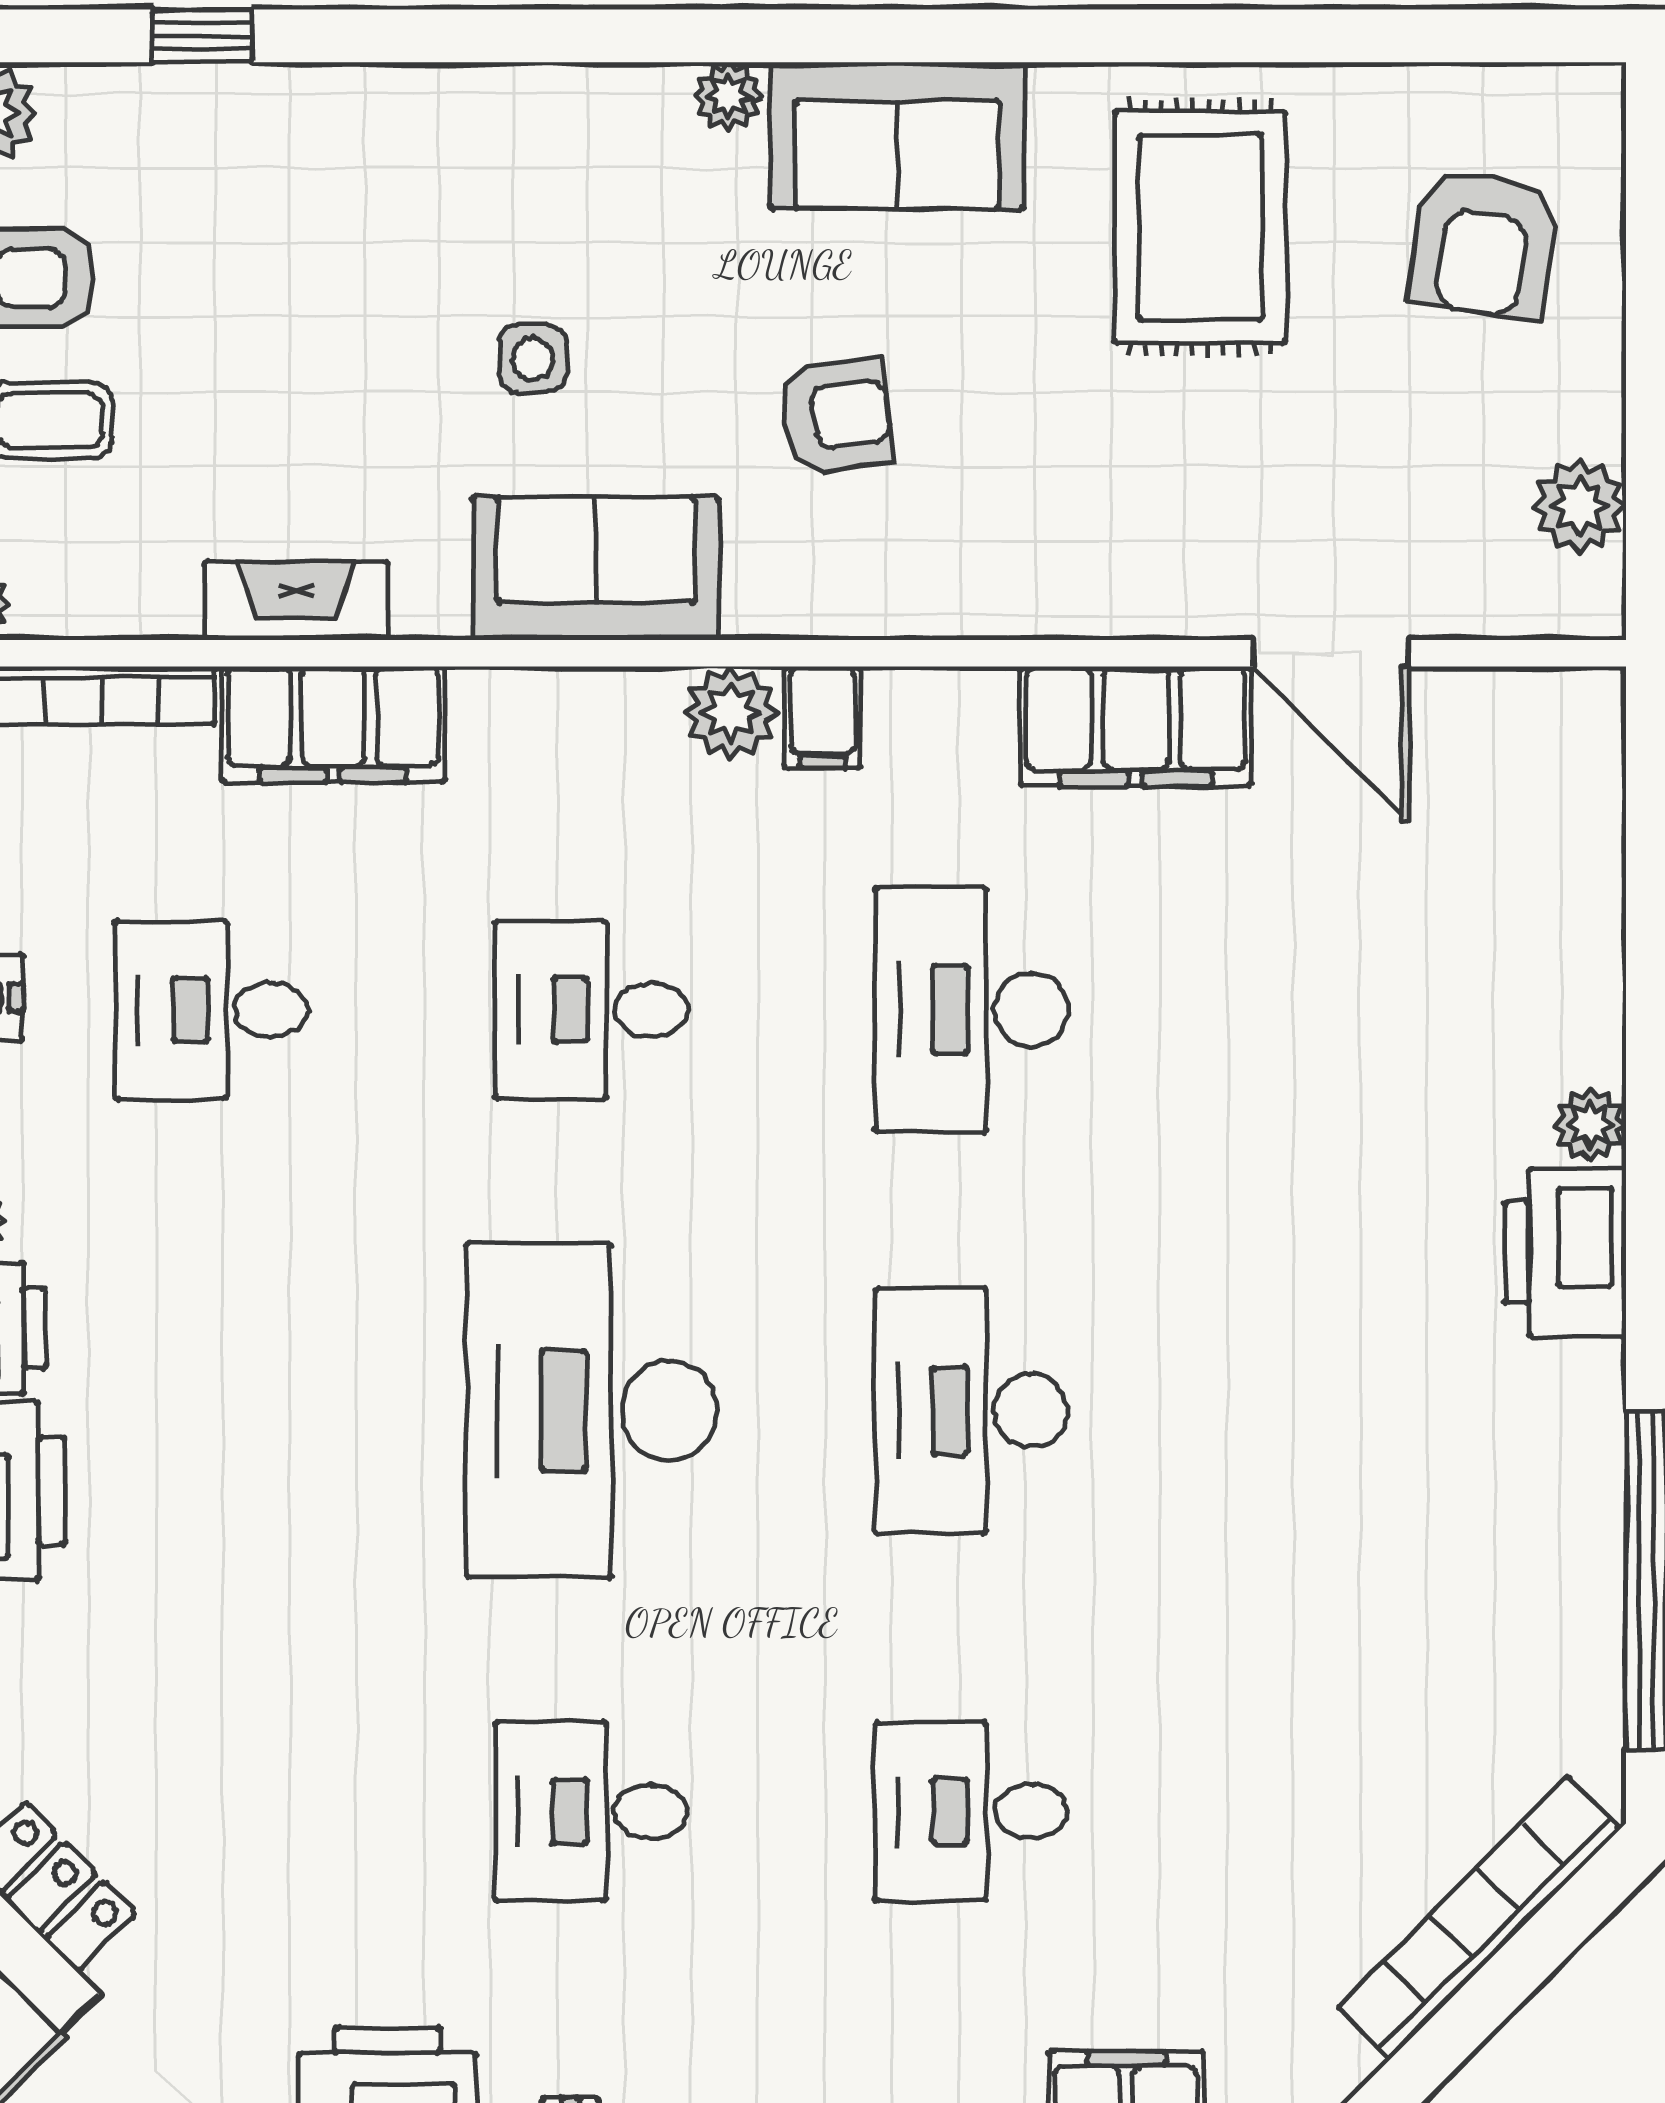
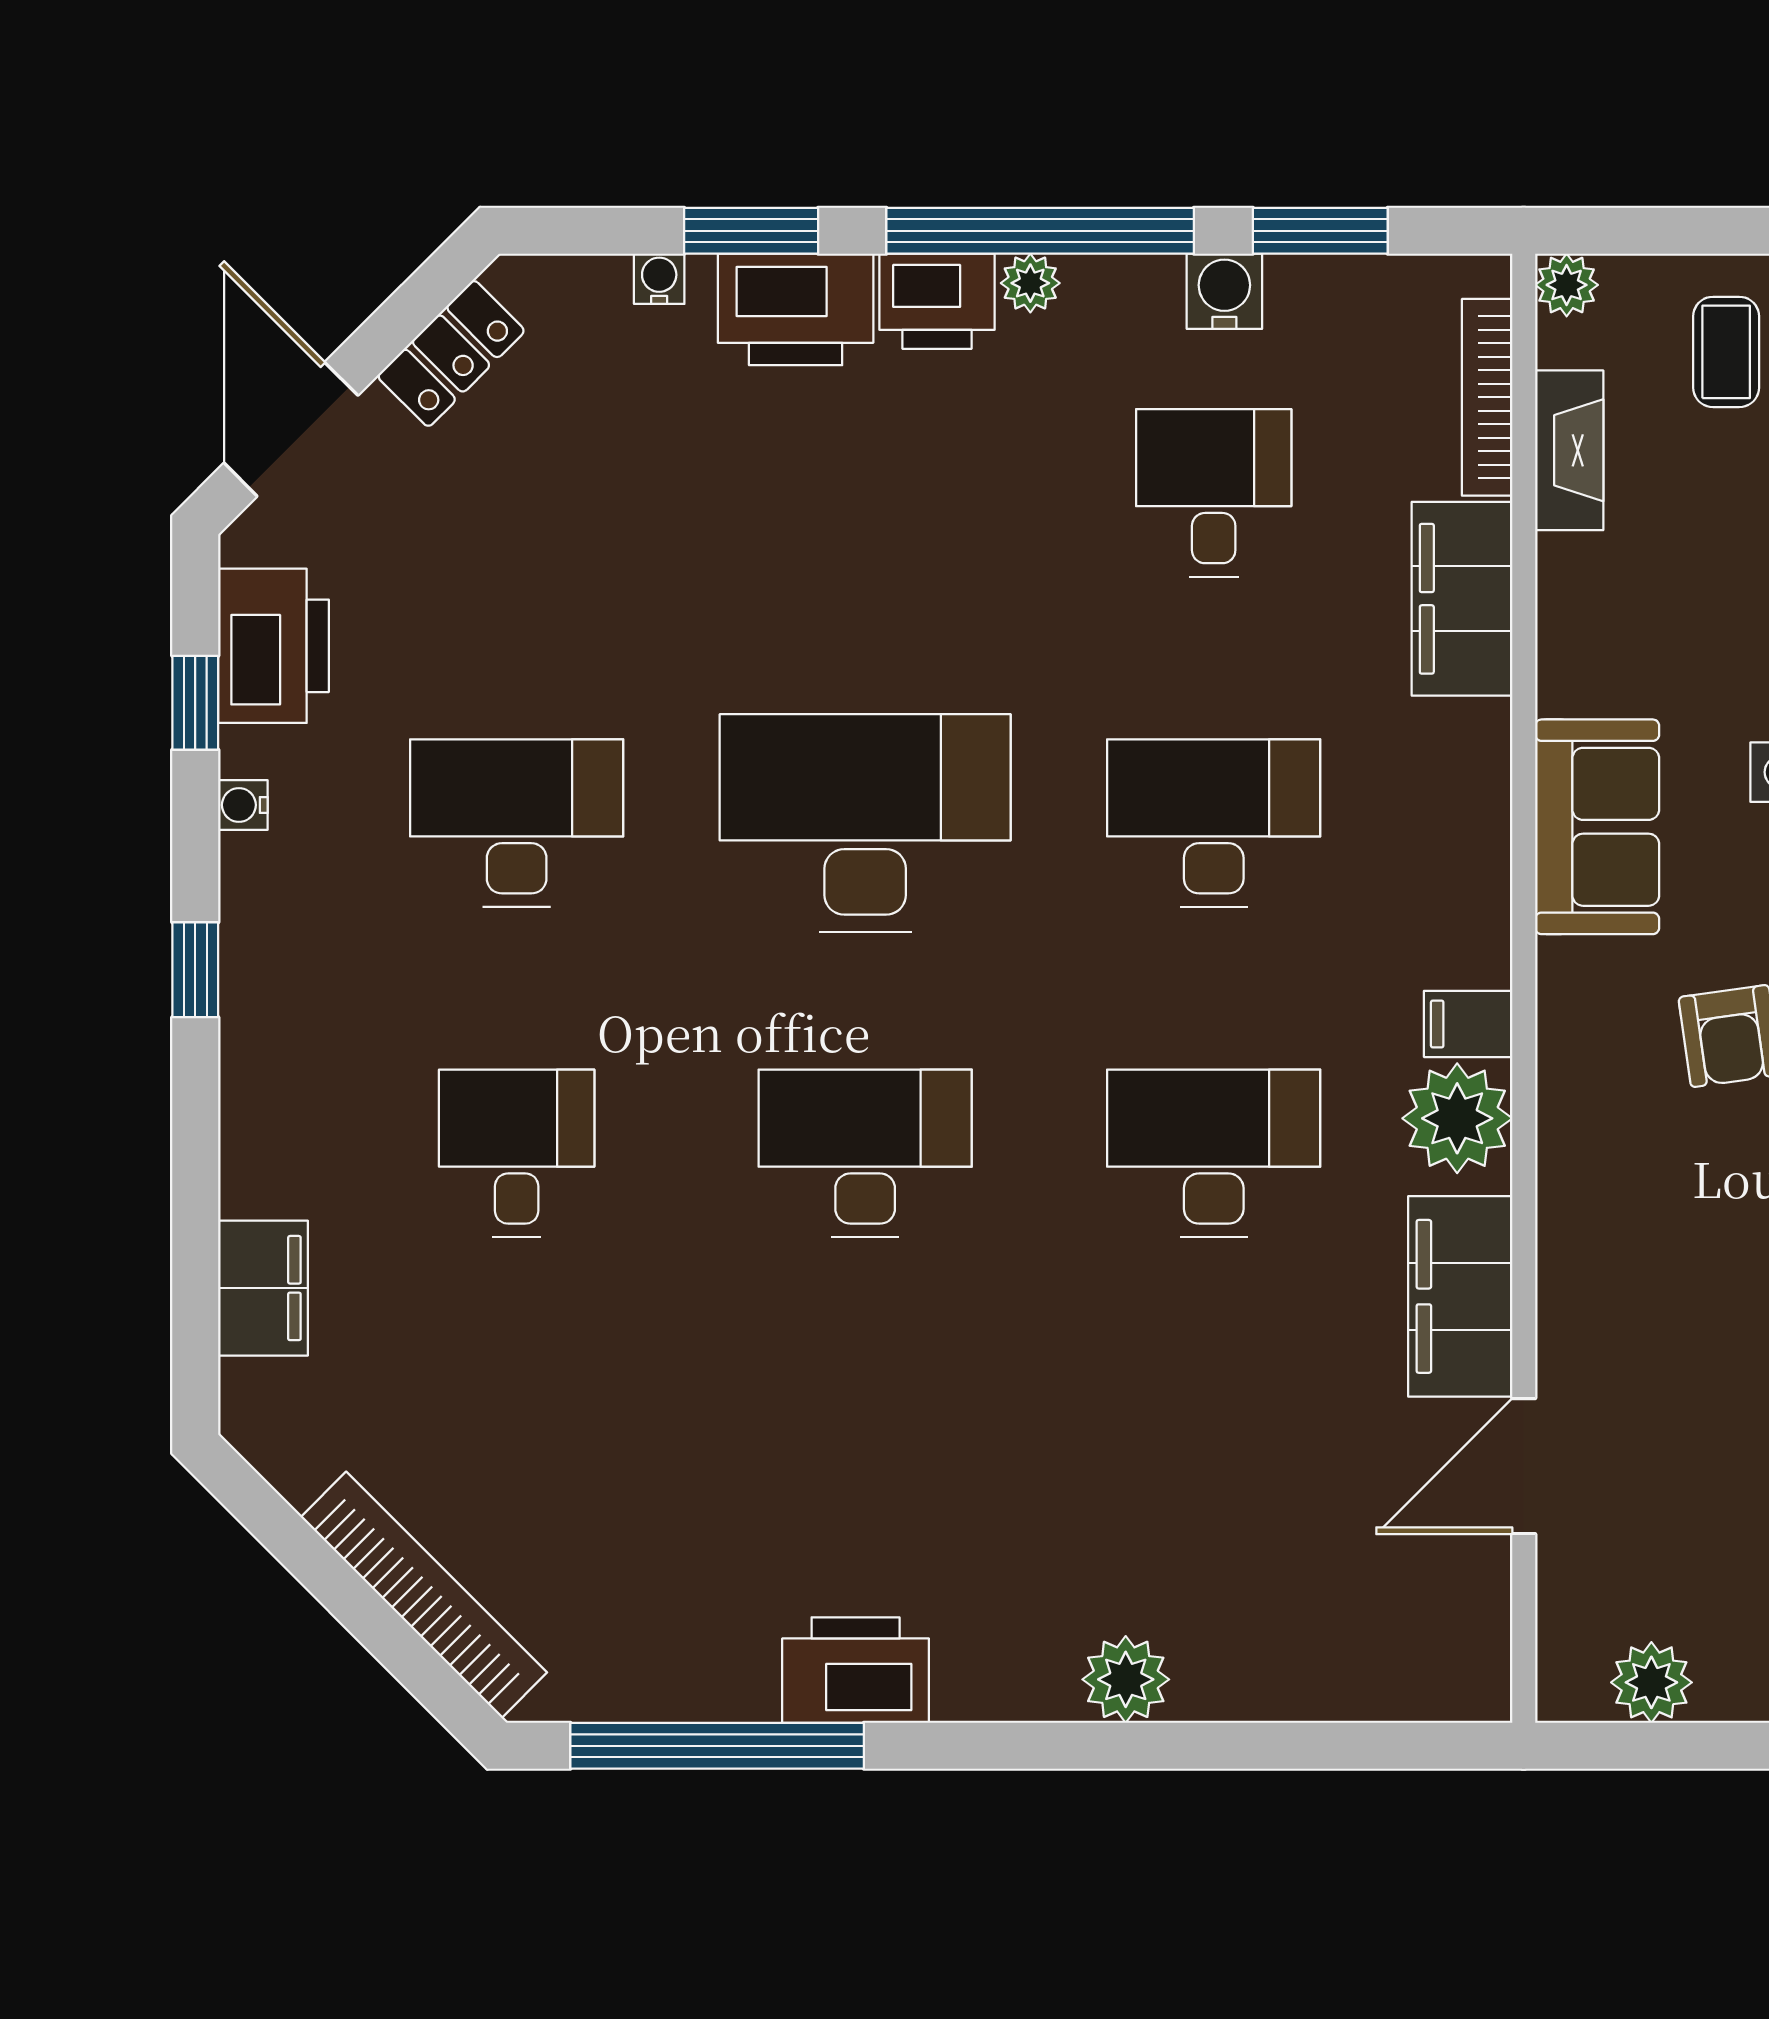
fireplace: (296, 601) -> (1569, 450), moved
plant: (731, 713) -> (1457, 1118), moved, width x1.36, depth x1.36
desk: (591, 1010) -> (1214, 823), width x1.37
plant: (1590, 1125) -> (1126, 1679), width x1.38, depth x1.38
printer: (1566, 1252) -> (856, 1670), moved
desk: (591, 1811) -> (517, 823), width x1.37

